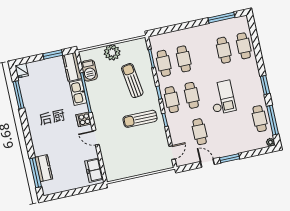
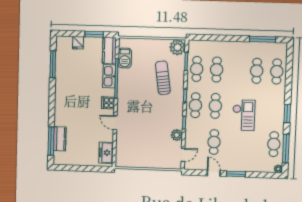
plant: (112, 53) -> (178, 47), moved
fridge: (22, 71) -> (78, 43), moved
sun lounger: (140, 119) -> (161, 116), removed
plant: (161, 134) -> (177, 135), added

